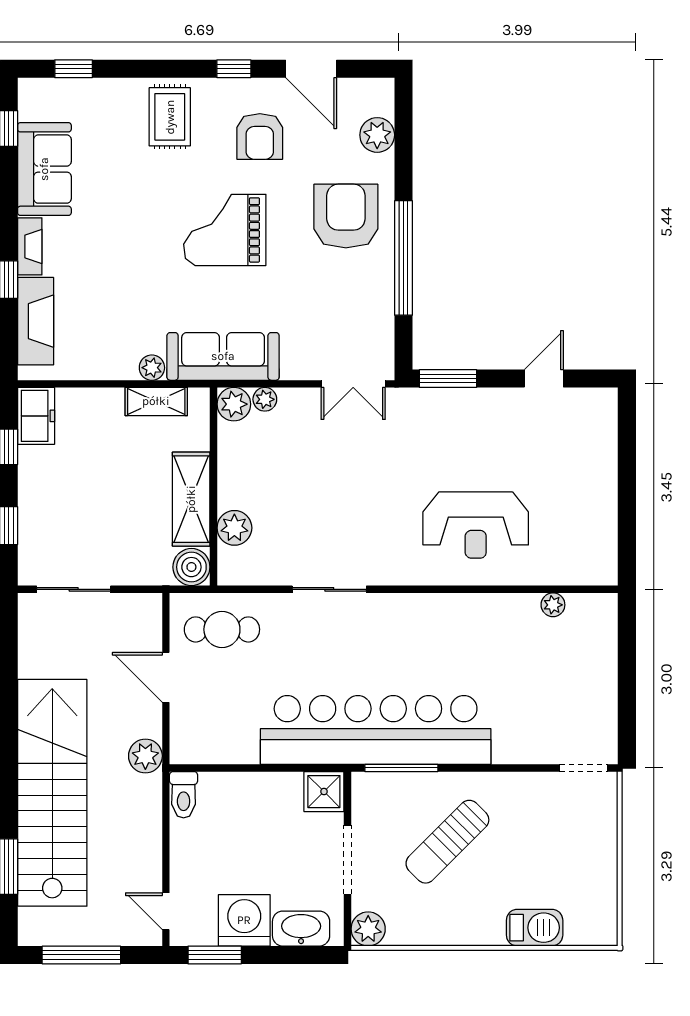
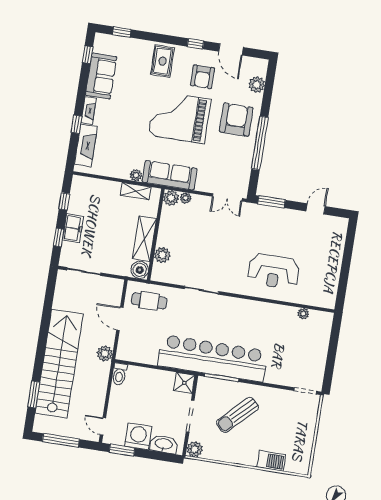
grand piano: (225, 230) -> (180, 117), width x1.37, depth x1.48
freezer: (36, 416) -> (73, 228), moved

